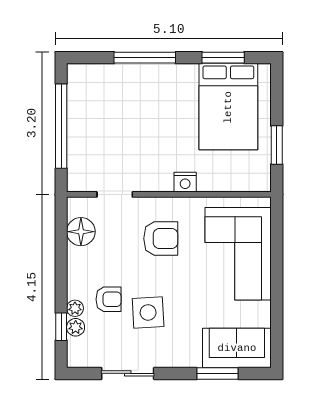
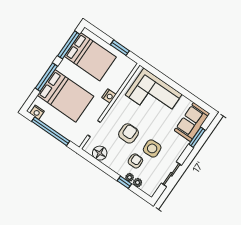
window: (223, 58) -> (69, 45), width x1.44
nightstand: (77, 82) -> (37, 112), added
bed: (136, 110) -> (65, 96), added
armchair: (161, 239) -> (129, 133), moved
window: (61, 327) -> (124, 182), moved

